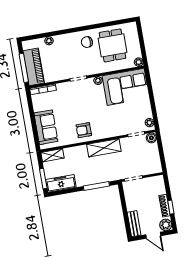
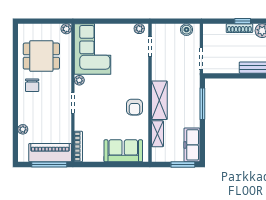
boiler: (151, 138) -> (187, 30), moved
shelving: (104, 148) -> (159, 100), moved
shelving: (53, 155) -> (157, 134), moved

